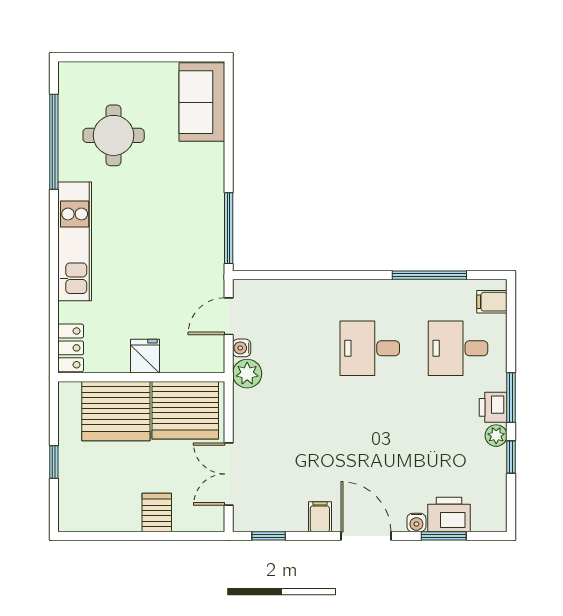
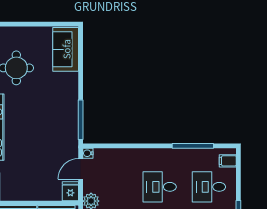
water cooler: (242, 348) -> (88, 153), moved
fridge: (145, 356) -> (70, 191), moved

